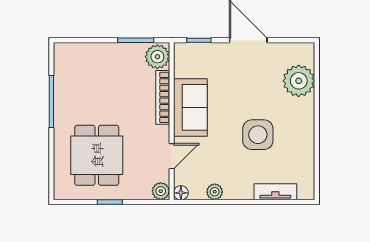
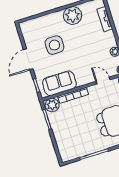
plant: (299, 81) -> (73, 15), moved
sofa: (190, 107) -> (59, 83), moved
side table: (258, 135) -> (54, 45), moved

